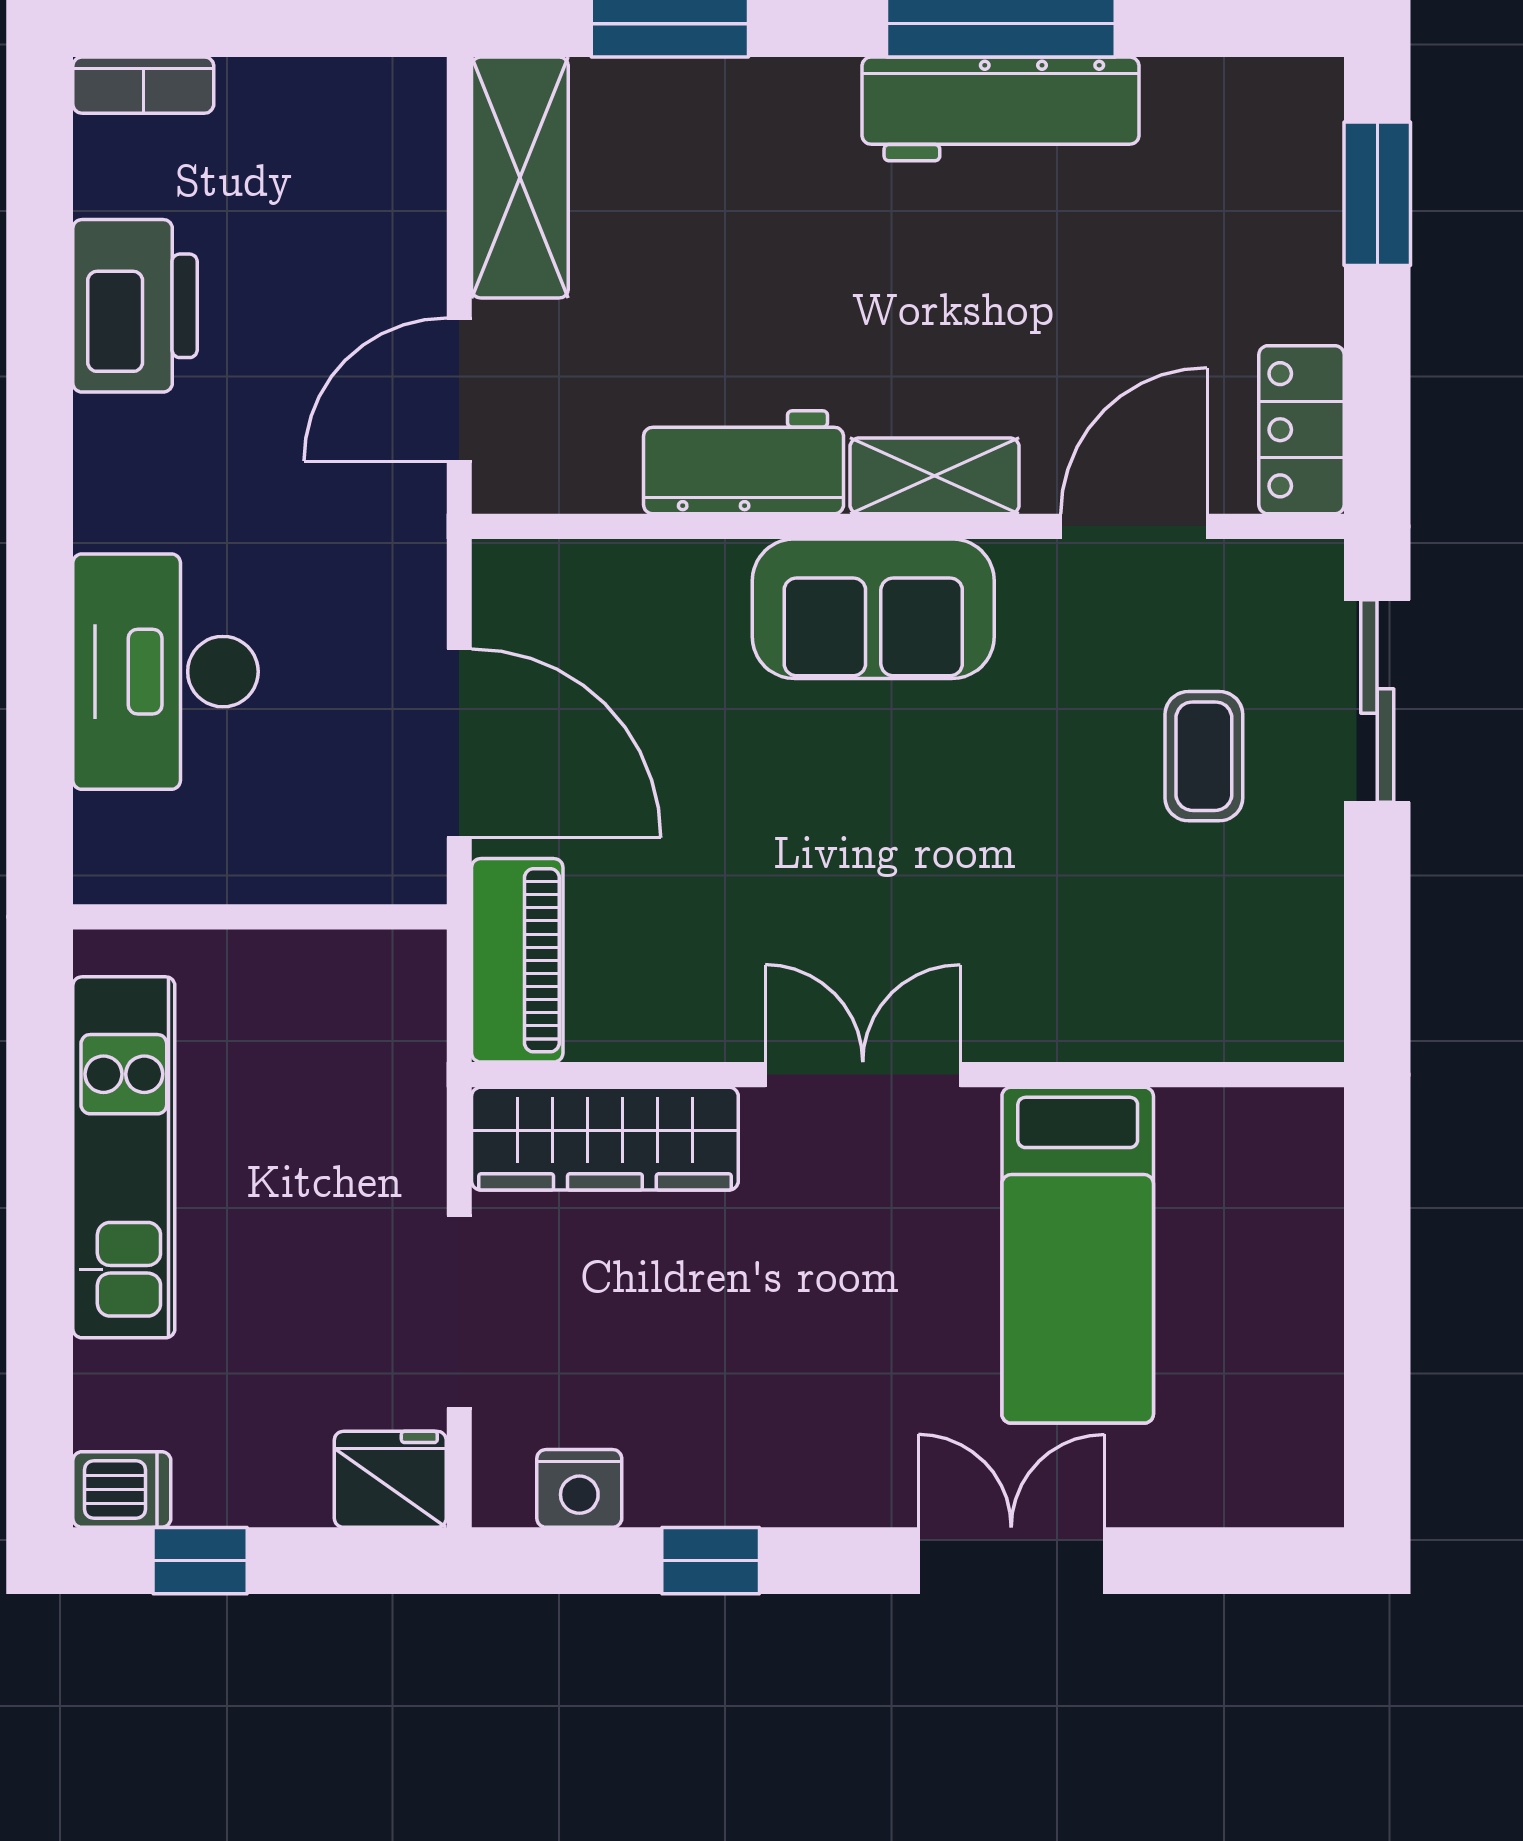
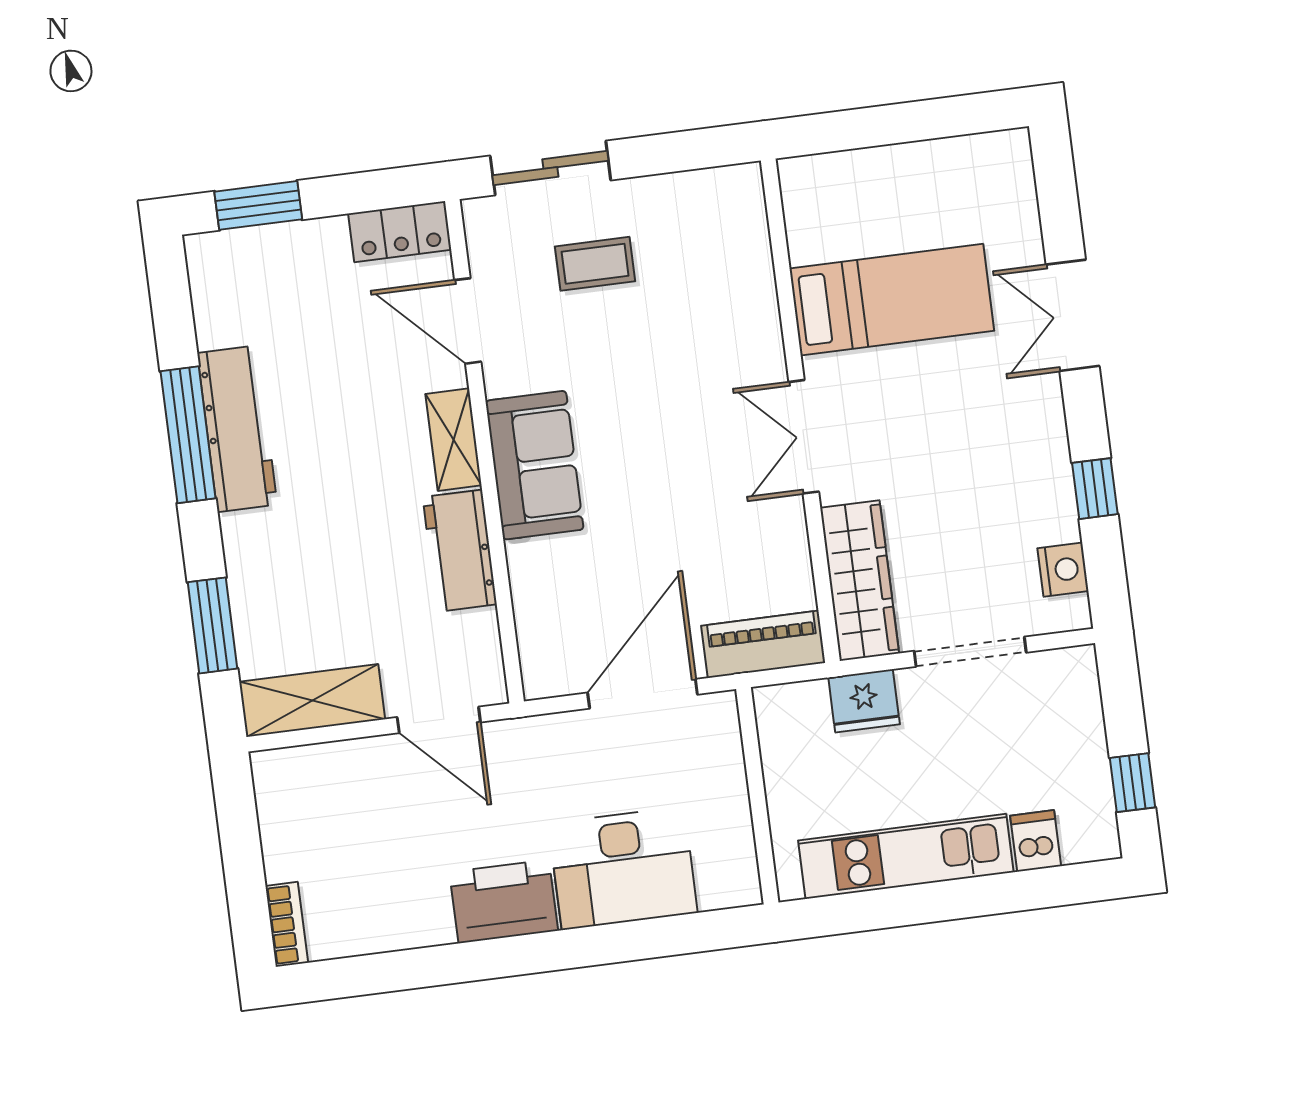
printer: (135, 306) -> (504, 901), moved
fridge: (390, 1479) -> (864, 701), moved, turned -90
dishwasher: (122, 1489) -> (1036, 841), moved

